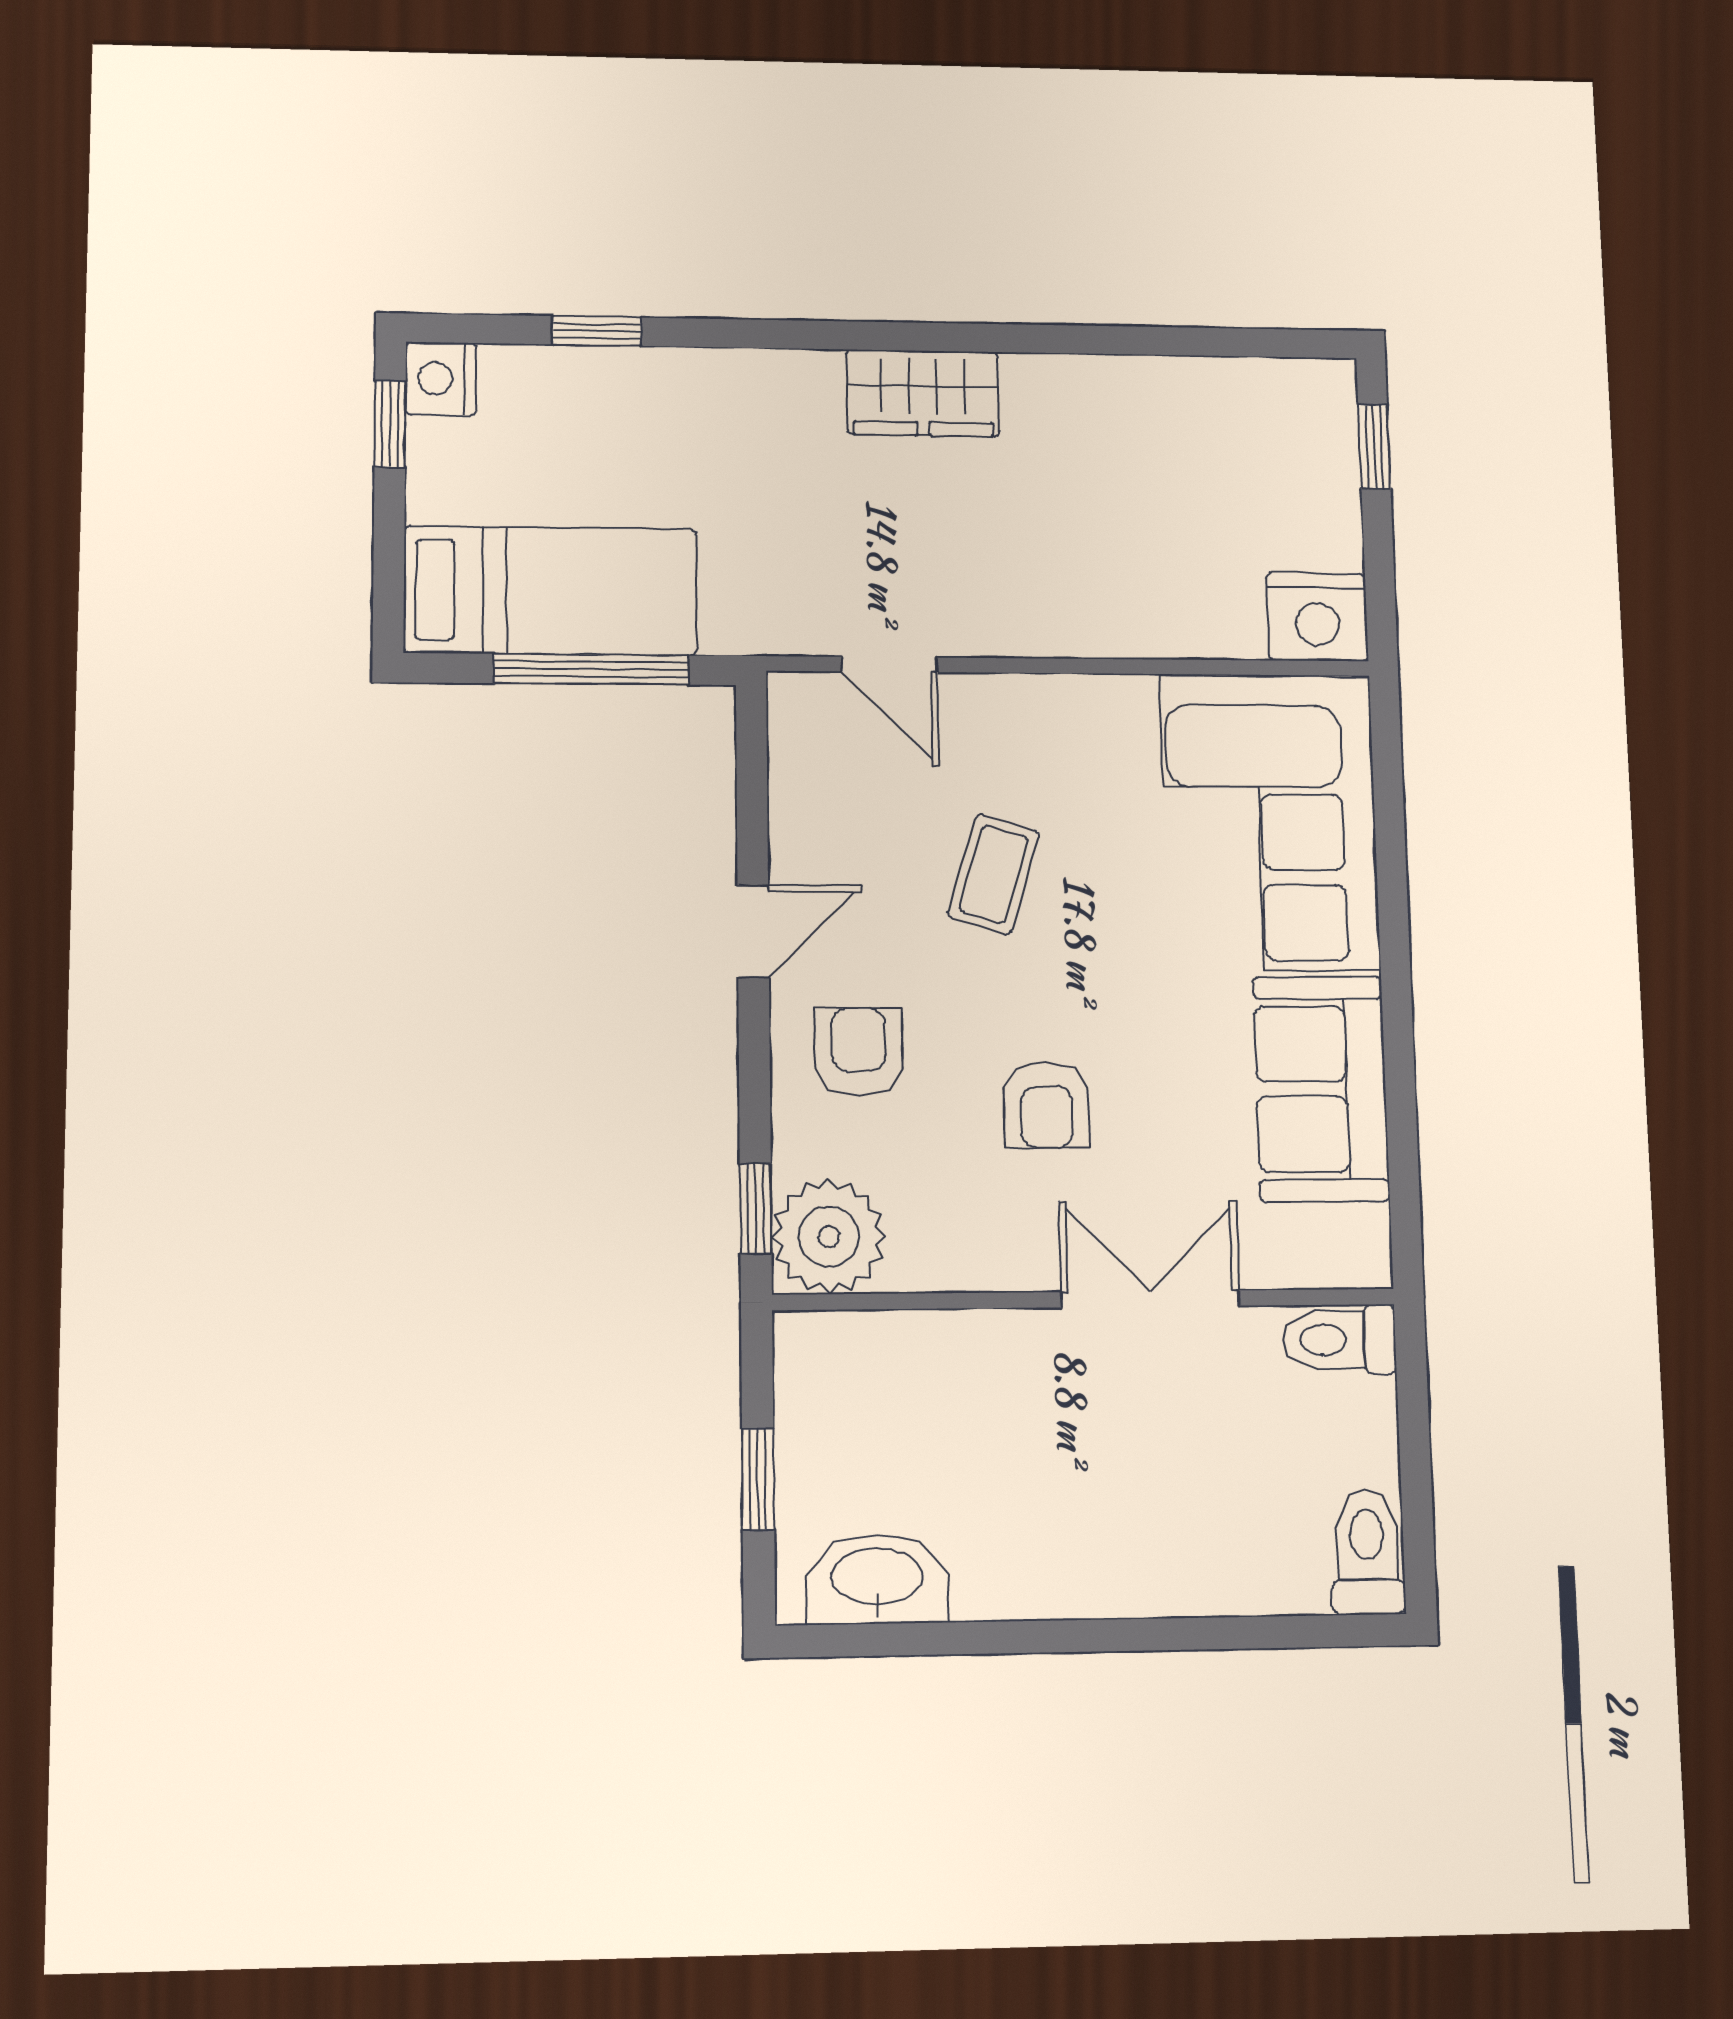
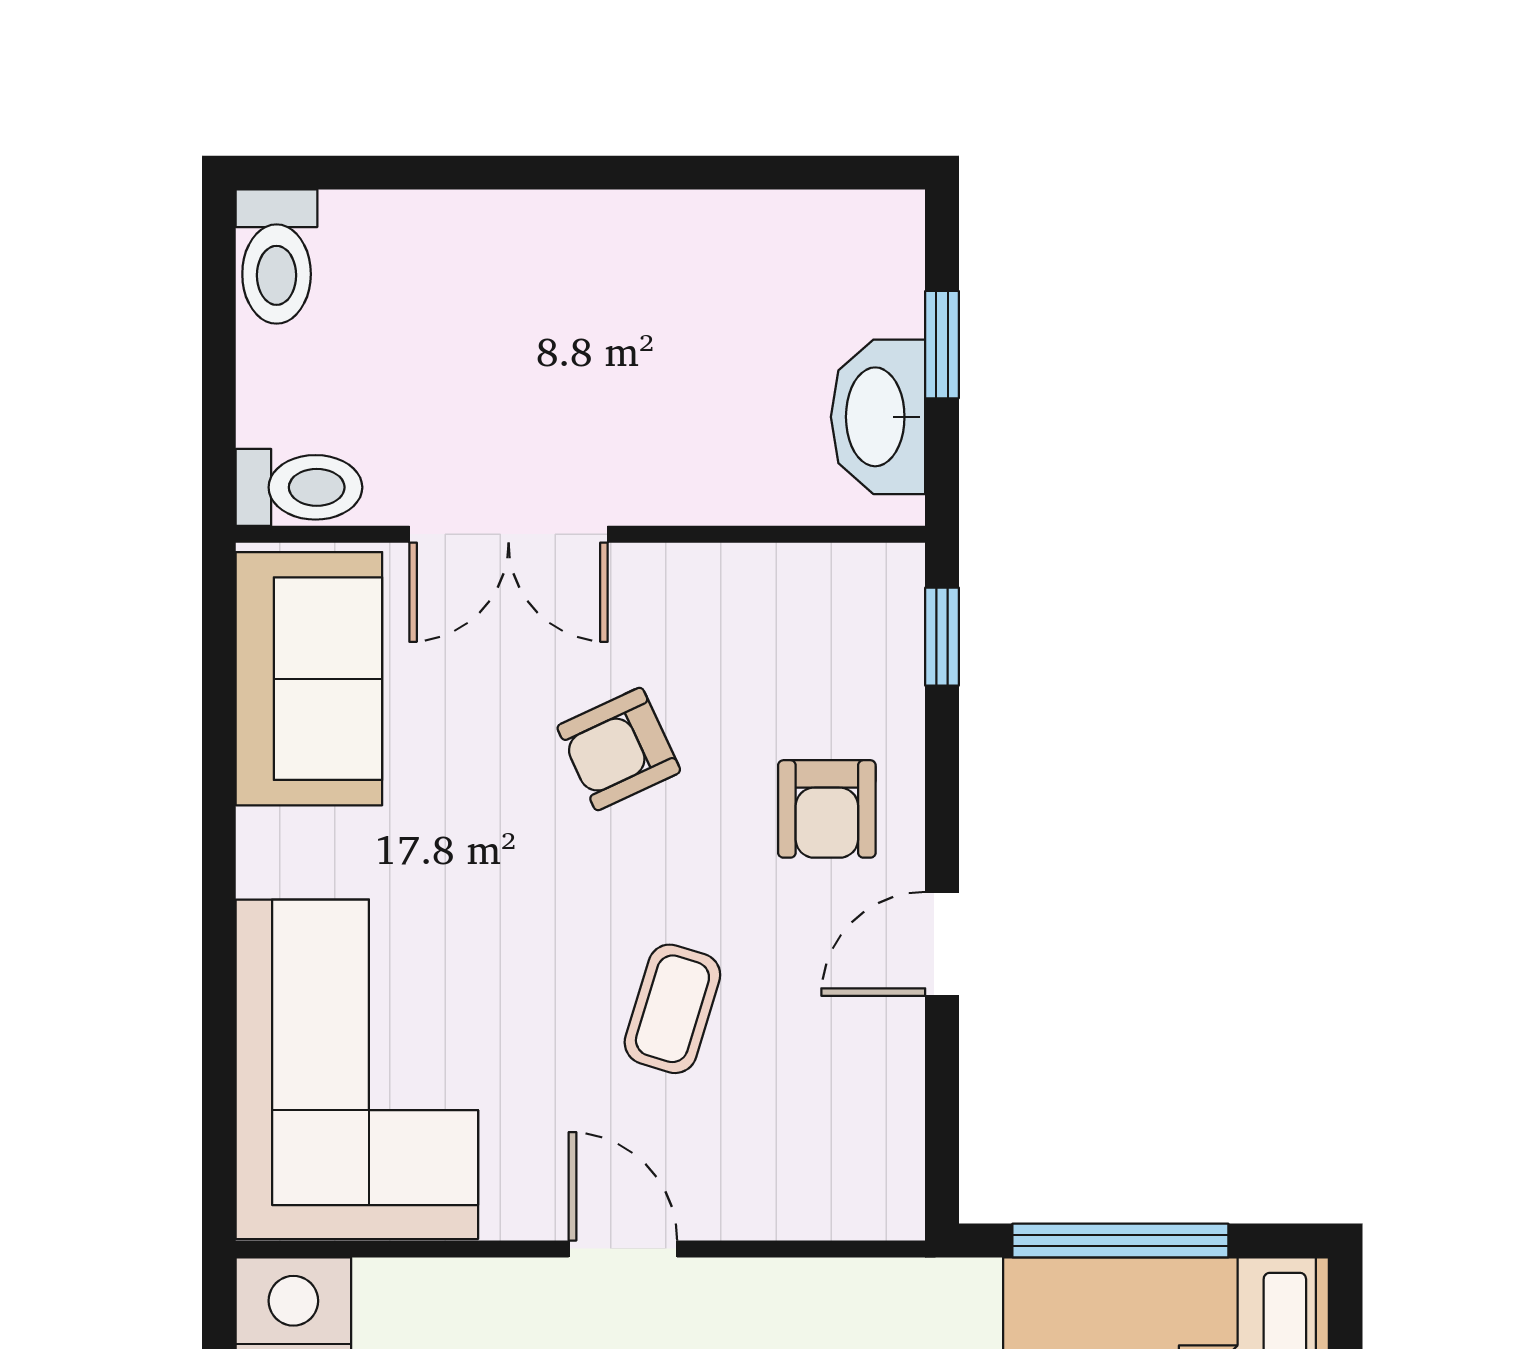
door: (889, 665) -> (623, 1249), moved
sofa: (1321, 1089) -> (309, 679), moved
armchair: (1047, 1105) -> (619, 749), turned -115
plant: (829, 1237) -> (862, 605), removed
washbasin: (877, 1579) -> (878, 417), moved, turned 90

